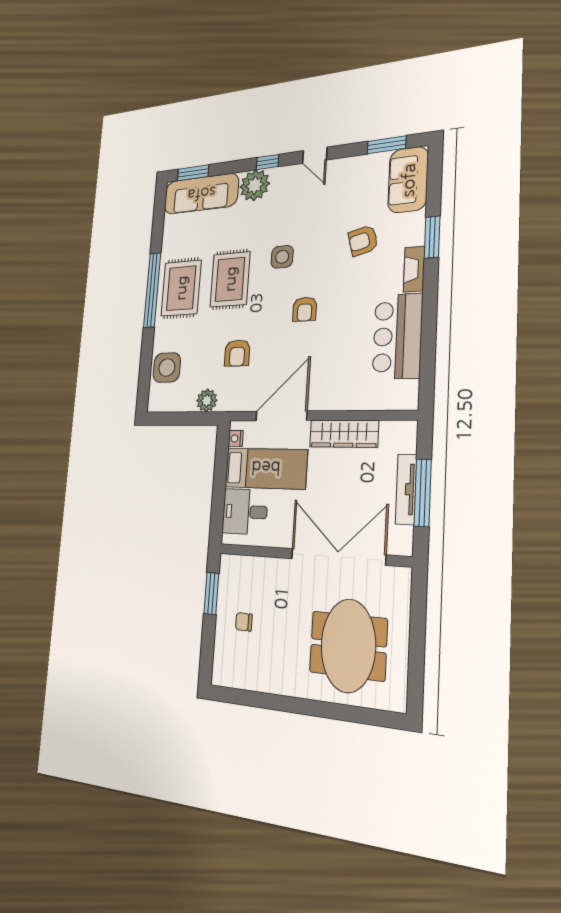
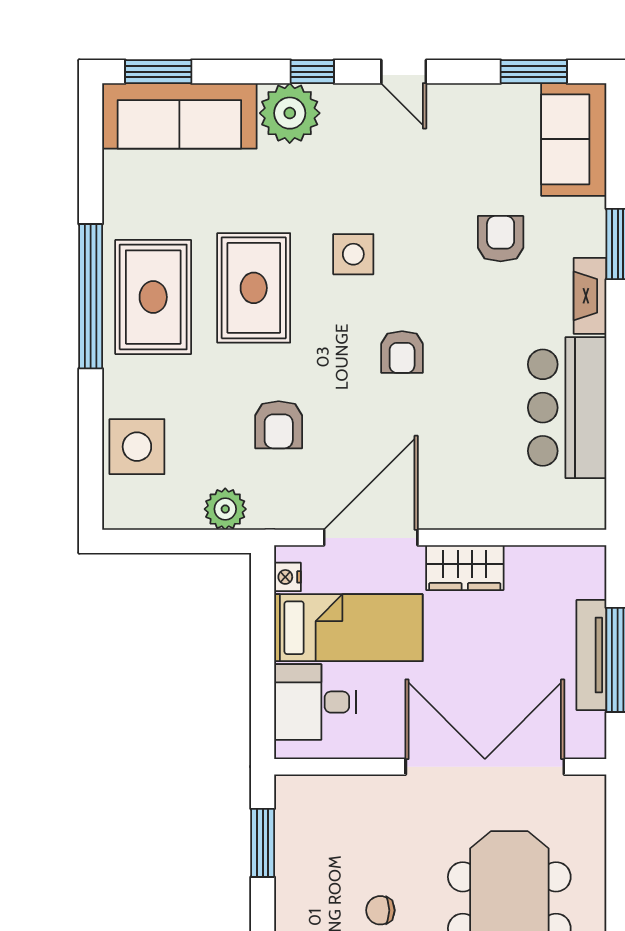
armchair: (363, 241) -> (501, 239), turned 104
wardrobe: (344, 434) -> (465, 568), width x0.67
chair: (244, 622) -> (380, 910), moved

